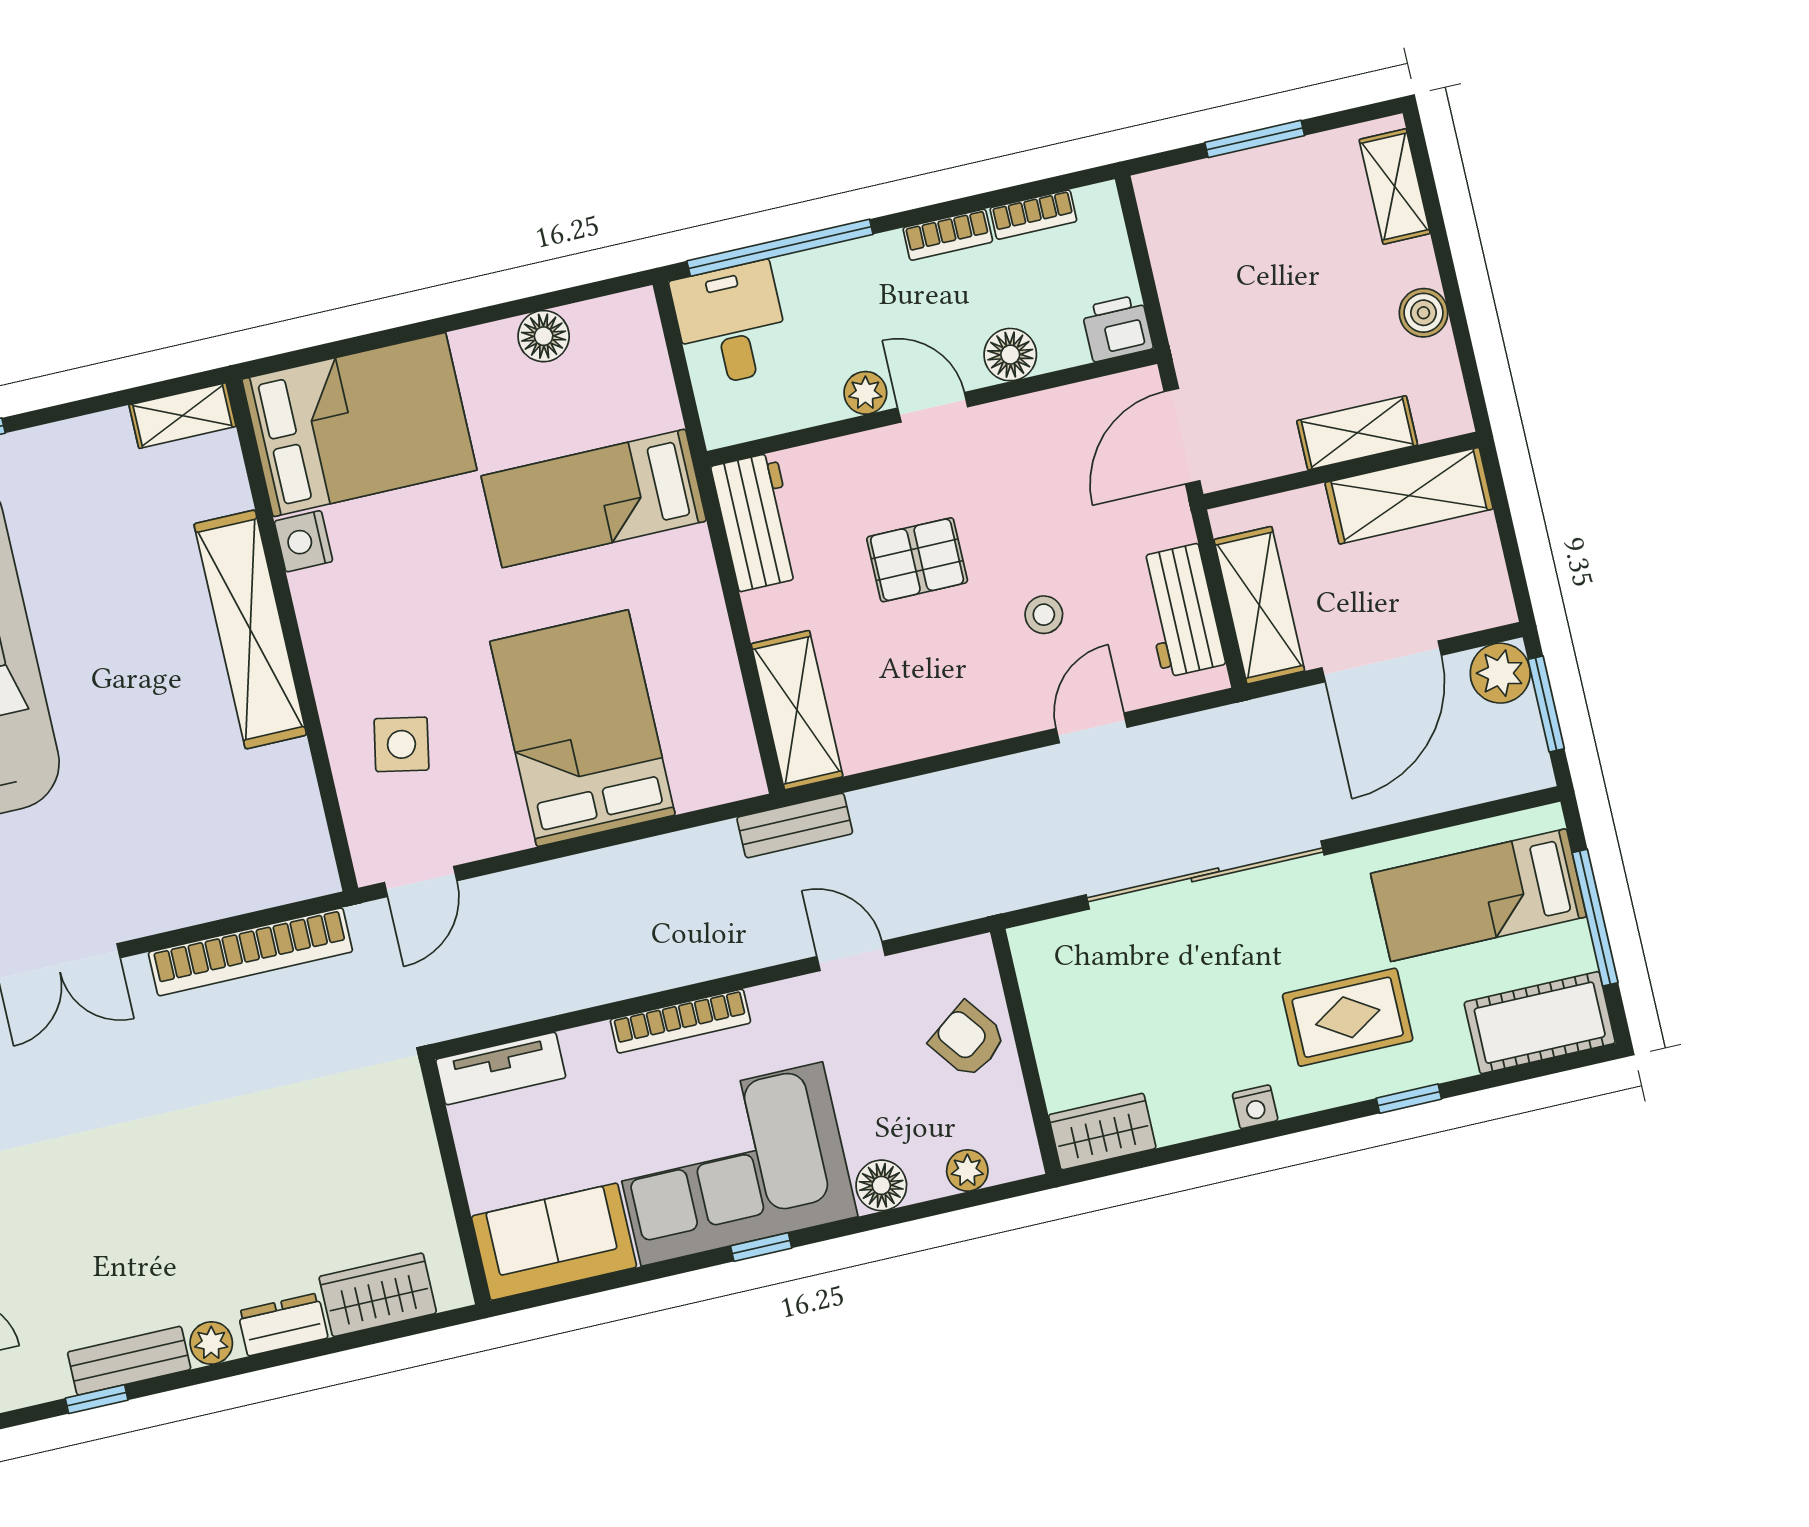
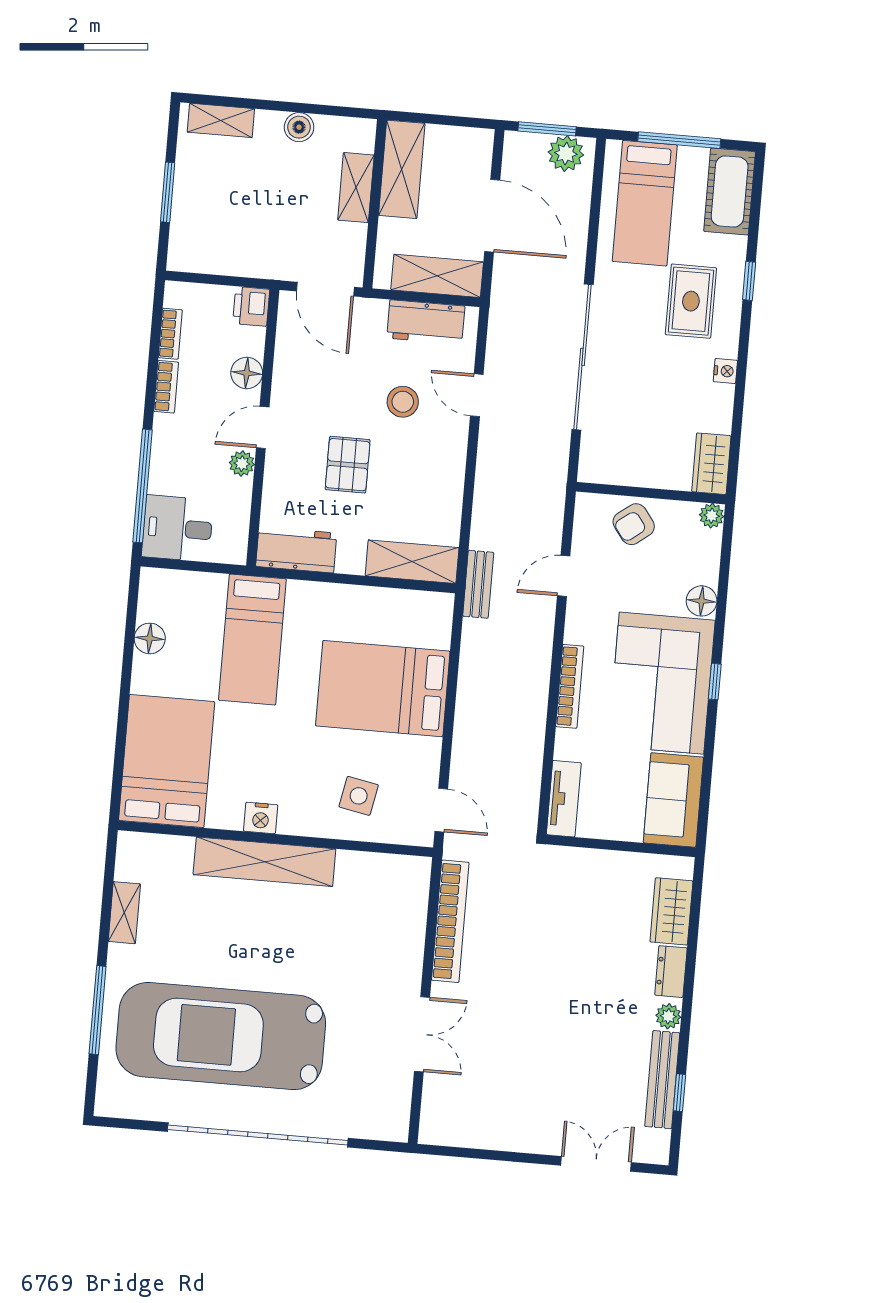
shelving: (182, 416) -> (124, 913), moved
nightstand: (303, 541) -> (261, 818), moved
stool: (1044, 615) -> (403, 402), width x1.37, depth x1.37
plant: (1500, 673) -> (566, 153), moved
plant: (967, 1170) -> (712, 516), moved
bench: (129, 1361) -> (662, 1080), width x1.36

